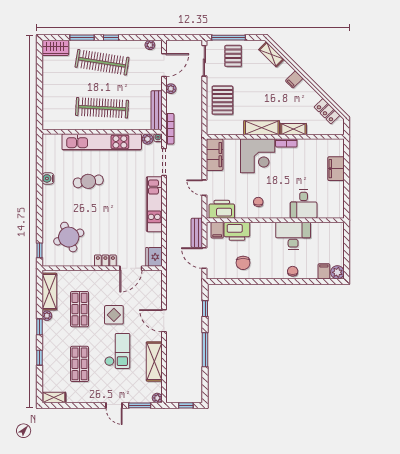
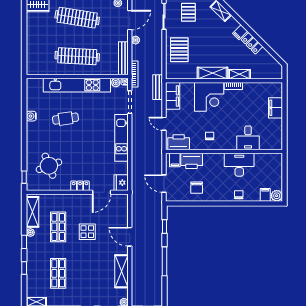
locker: (327, 111) -> (252, 43), moved
bench: (197, 233) -> (158, 87), moved
checkout: (117, 351) -> (90, 262), removed

